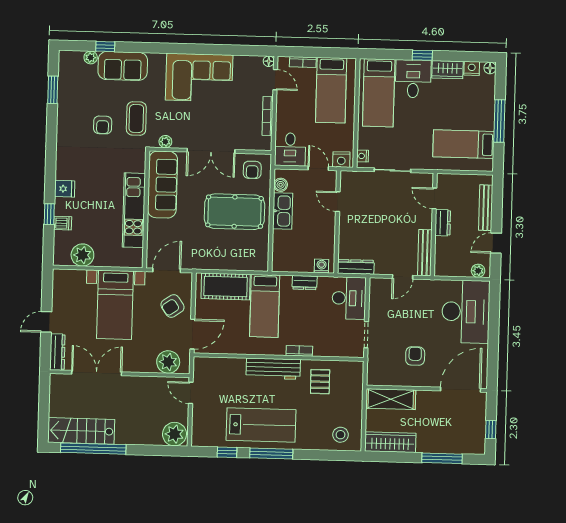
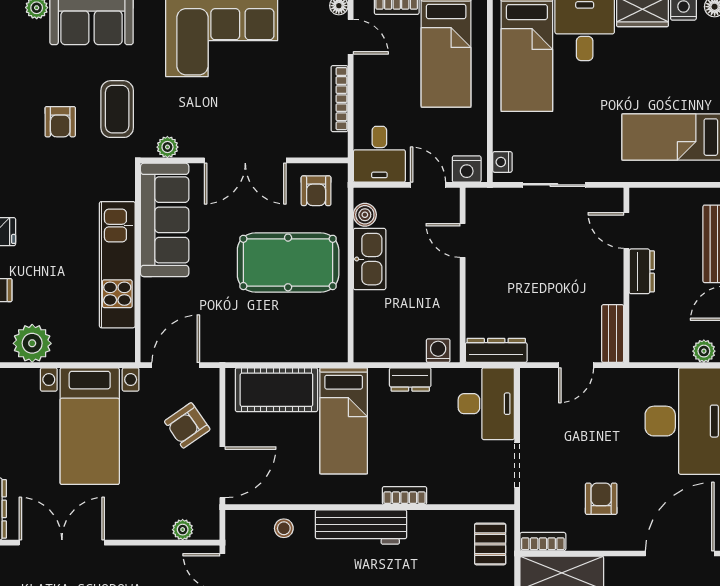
bench: (425, 253) -> (613, 334), width x0.73
plant: (168, 362) -> (183, 530), width x0.53, depth x0.53
stool: (228, 368) -> (284, 528), added
bookcase: (380, 380) -> (543, 542), added
pallet: (320, 382) -> (490, 544), moved

